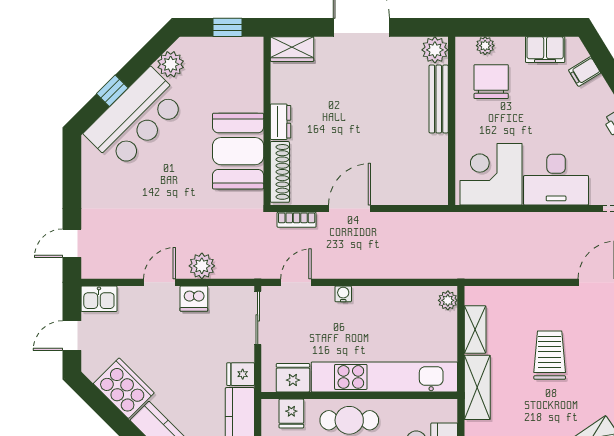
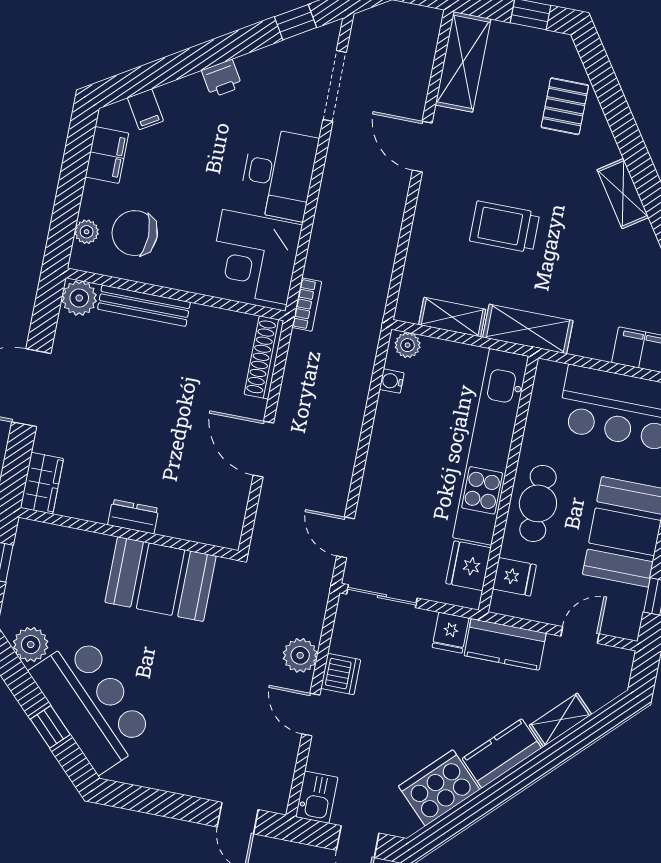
shoe rack: (280, 172) -> (264, 357), moved, turned -90
bookcase: (297, 220) -> (307, 305), moved
water cooler: (343, 294) -> (392, 381), moved

